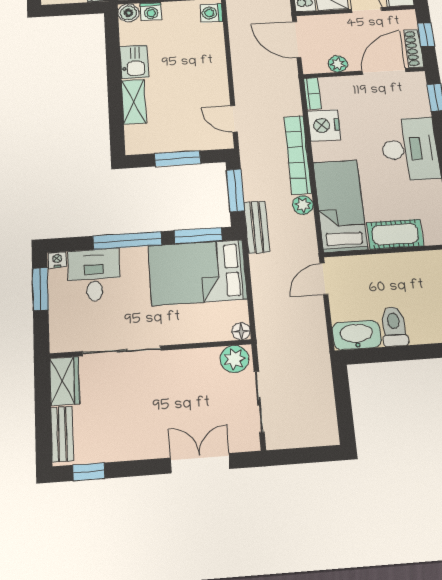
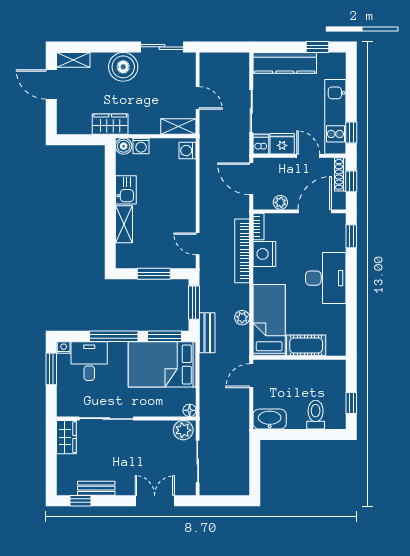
shoe rack: (414, 48) -> (340, 174), moved
bookcase: (298, 155) -> (242, 251), moved
toilet: (394, 326) -> (316, 415), moved
bench: (62, 434) -> (96, 488), moved, turned 90

